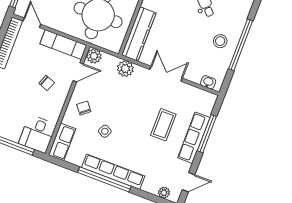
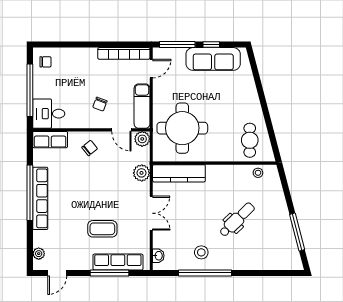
side table: (105, 131) -> (75, 176), removed
row of seats: (194, 138) -> (118, 262), moved
door: (189, 182) -> (57, 273), hinge flipped

